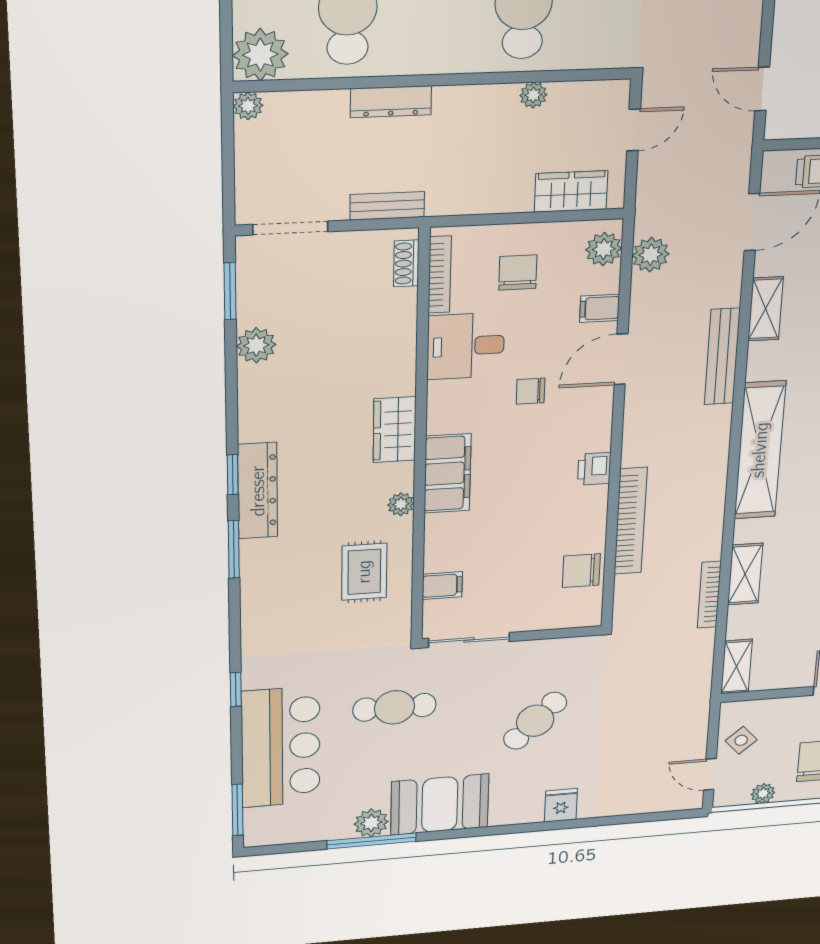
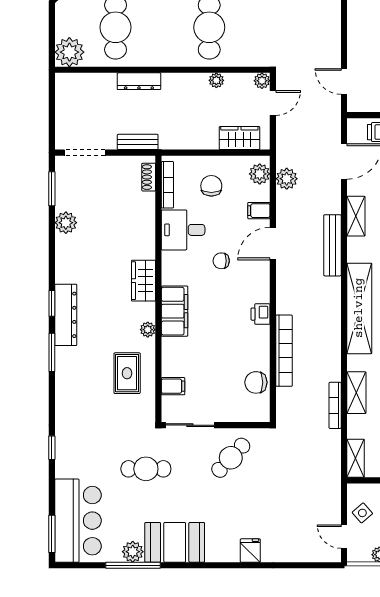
plant: (248, 106) -> (262, 81), moved
cafe table: (535, 721) -> (231, 458), moved
bar counter: (281, 747) -> (78, 521), moved

